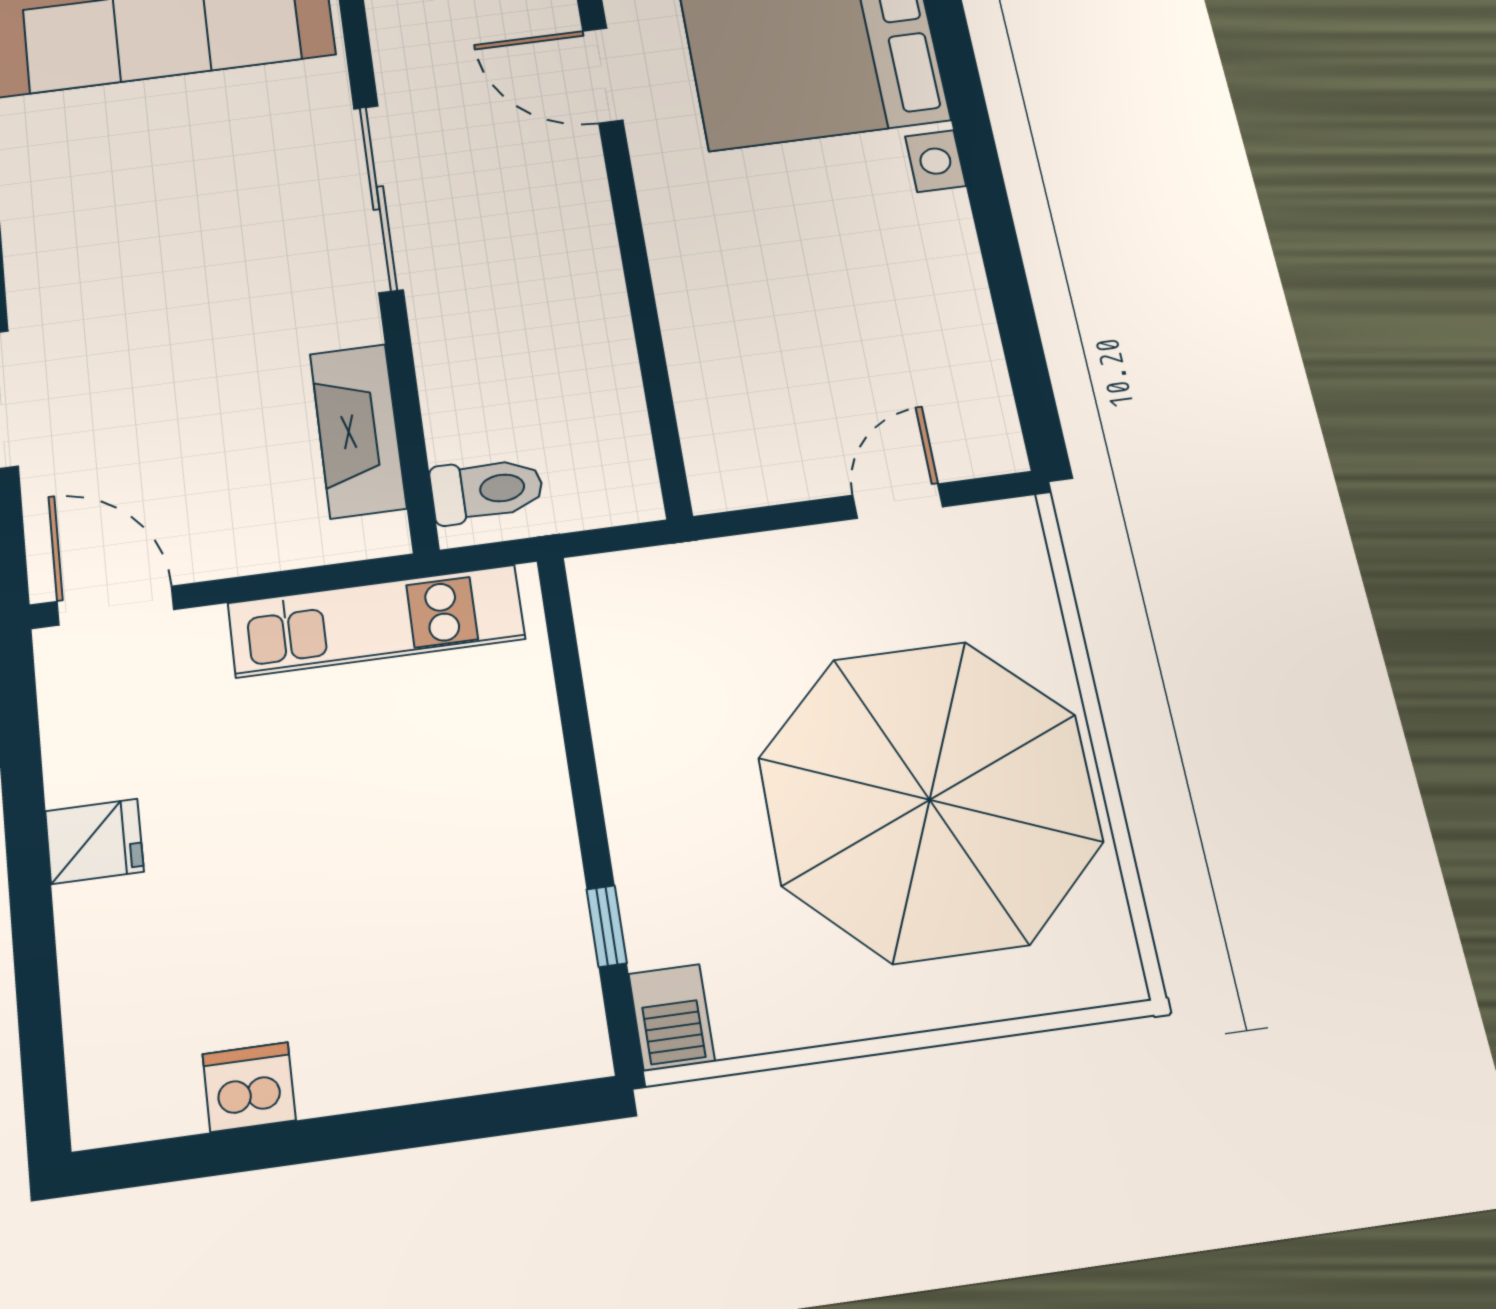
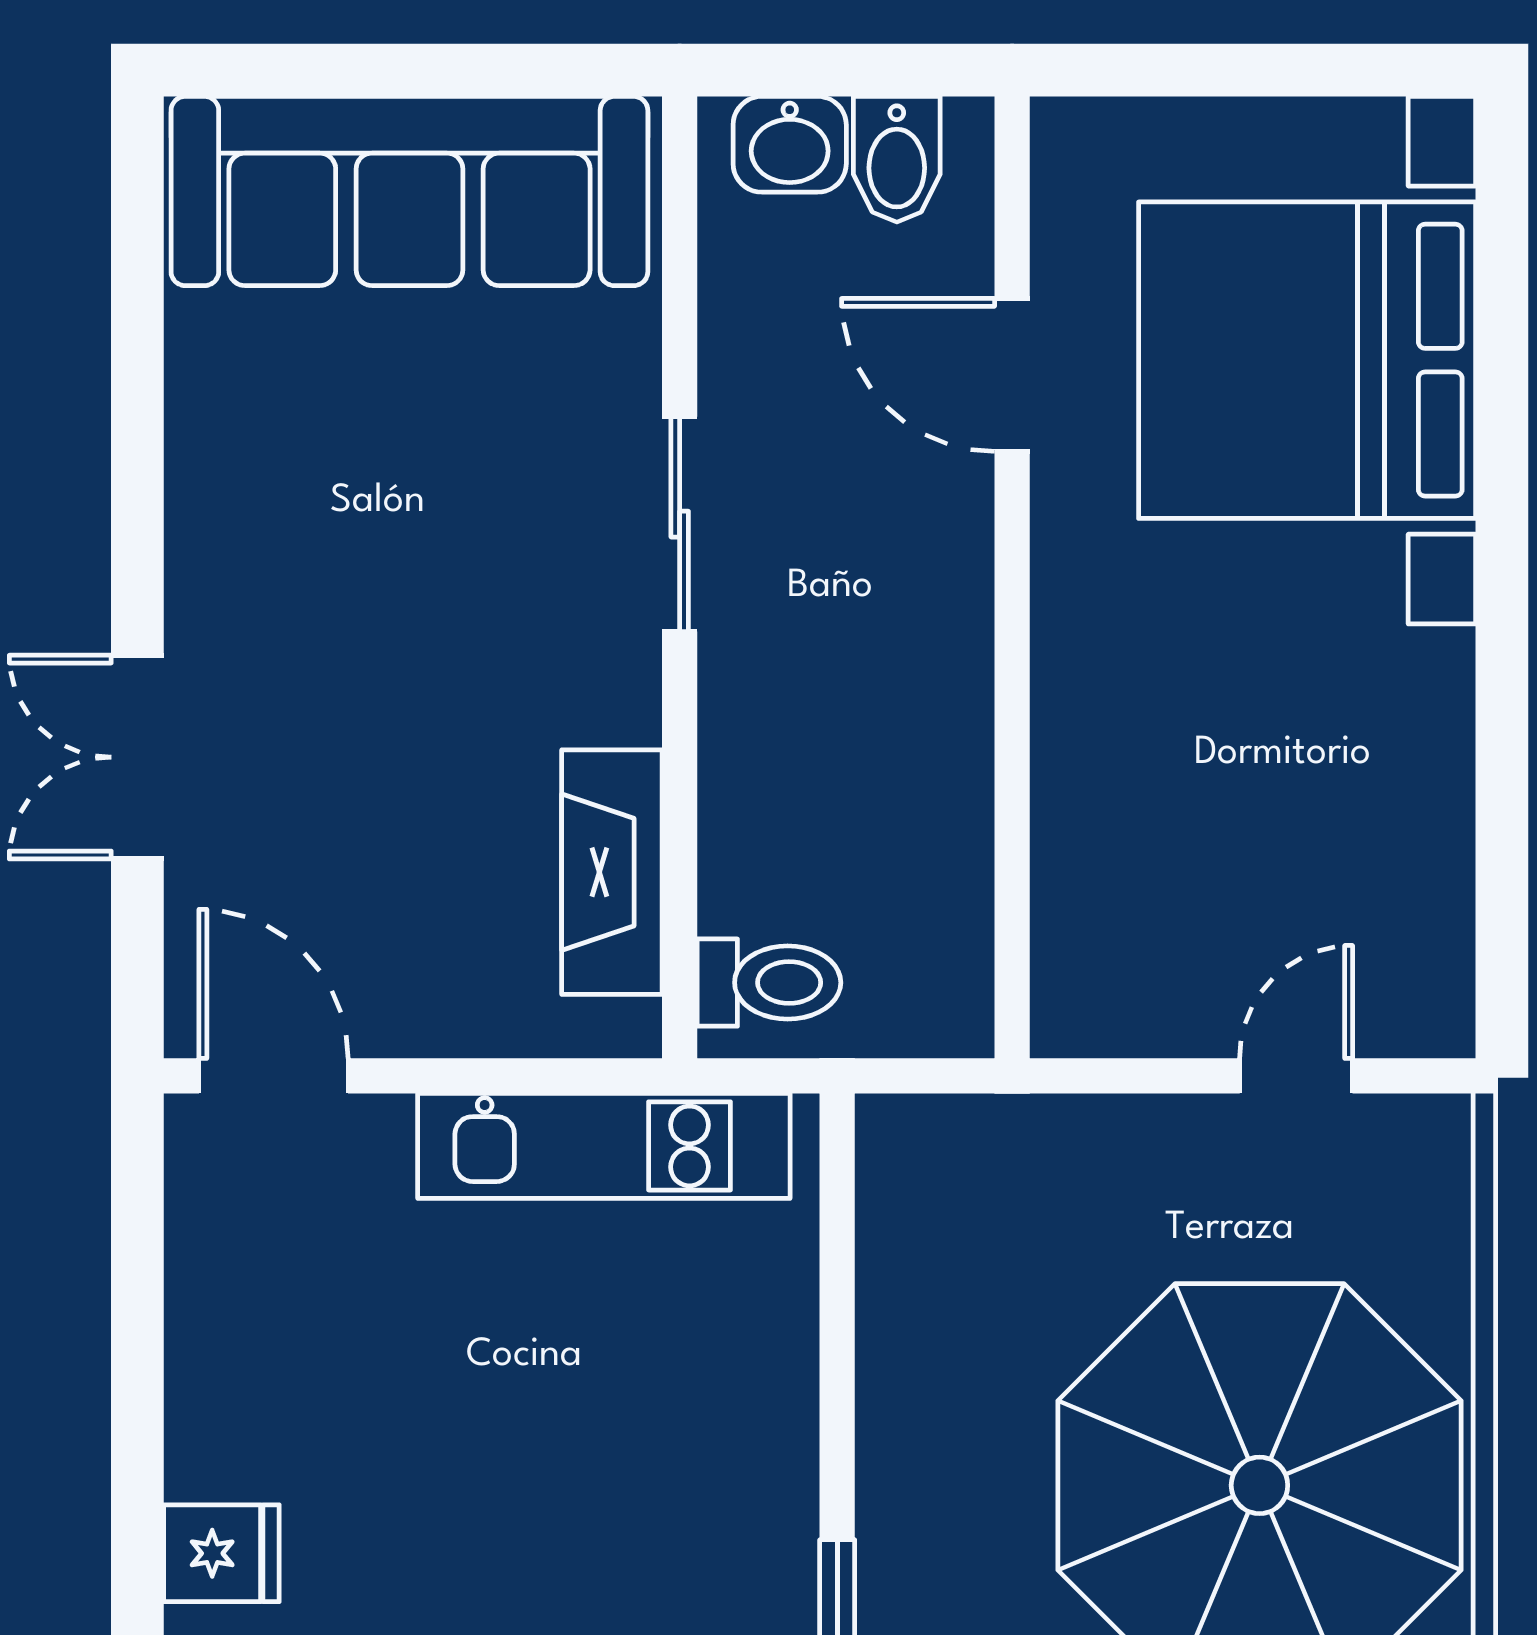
sliding door: (378, 198) -> (680, 524), width x0.73
fridge: (94, 841) -> (221, 1553), moved

